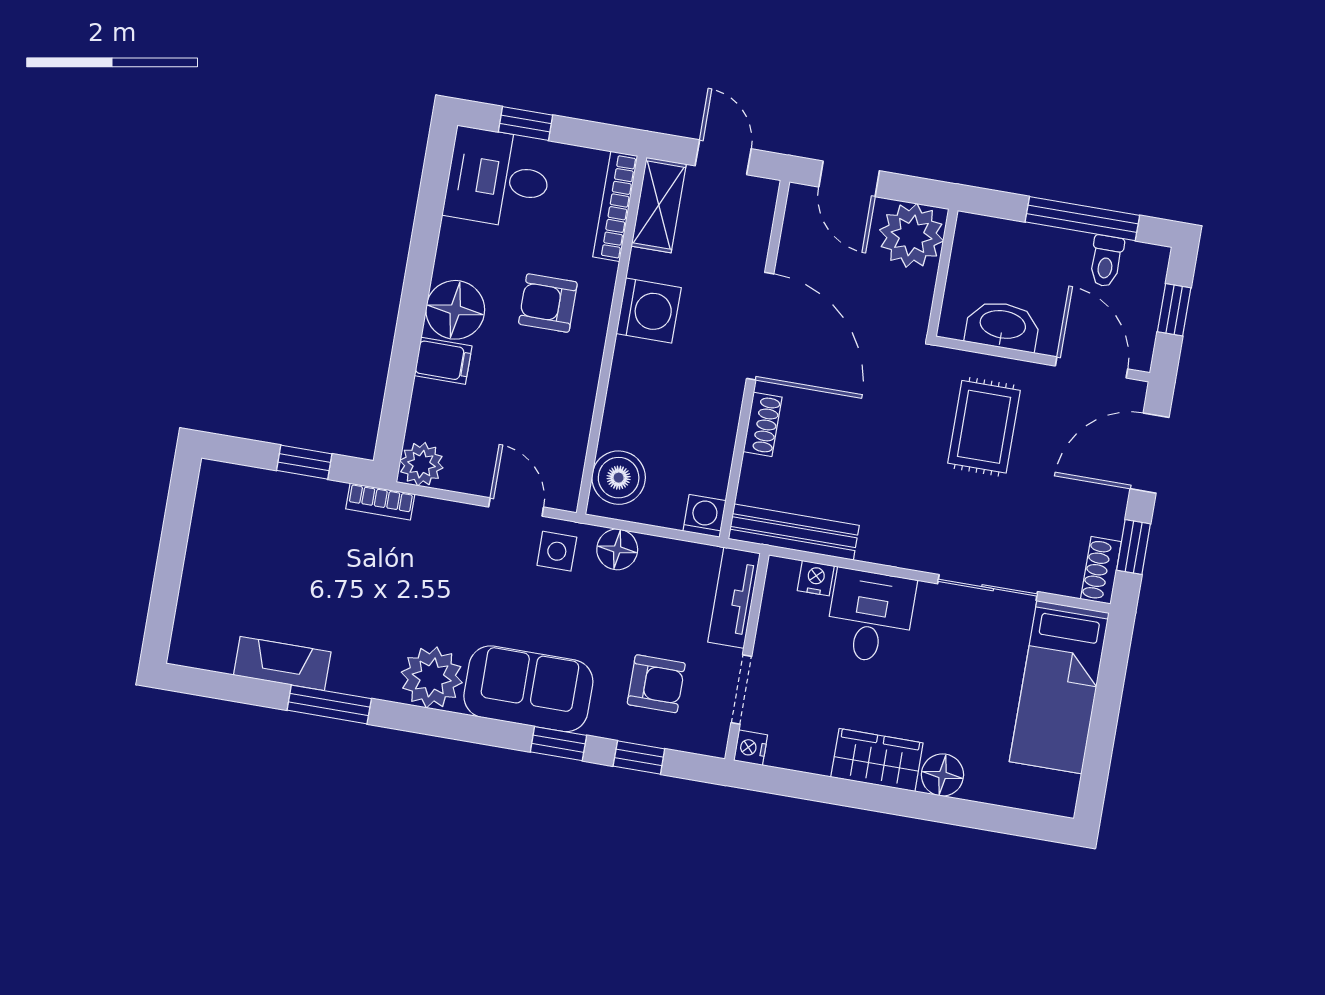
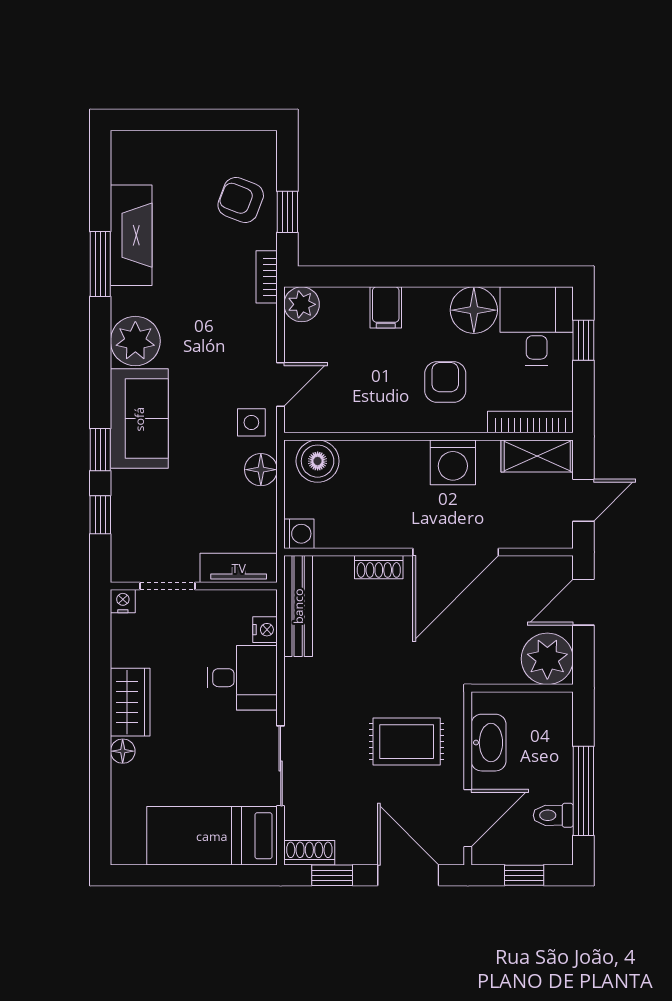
floor lamp: (455, 310) -> (474, 310), moved
fireplace: (282, 663) -> (131, 235), width x1.37, depth x1.32
armchair: (656, 684) -> (241, 200), moved, turned 111
floor lamp: (942, 775) -> (123, 751), width x0.73, depth x0.73

